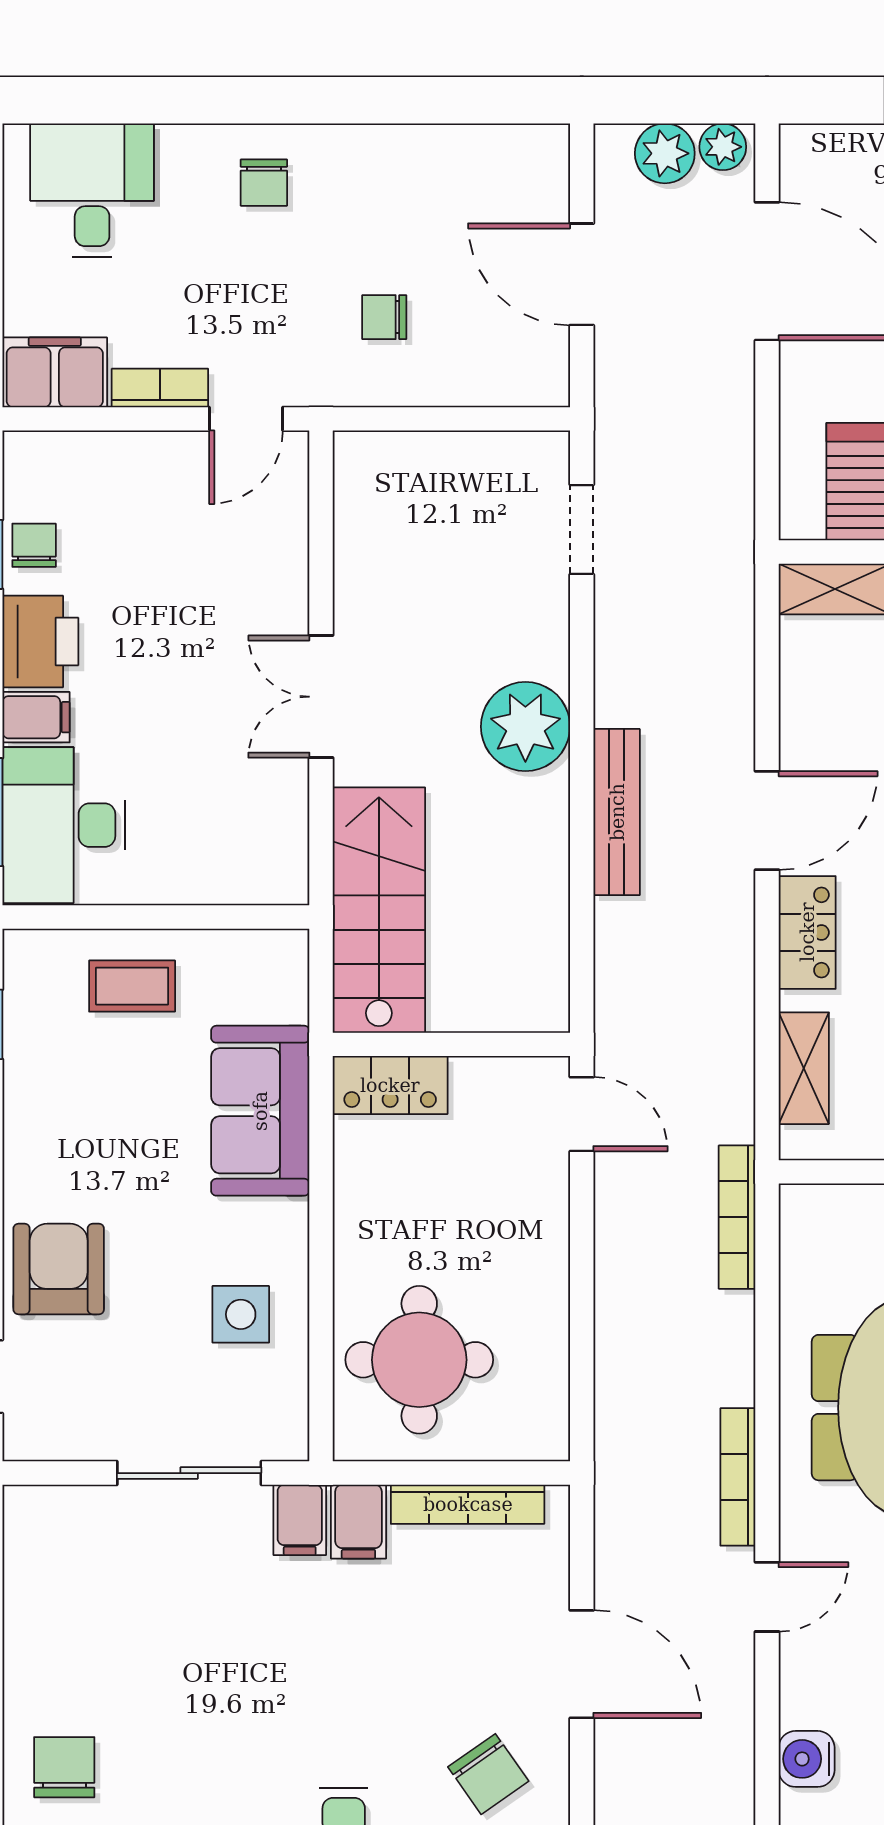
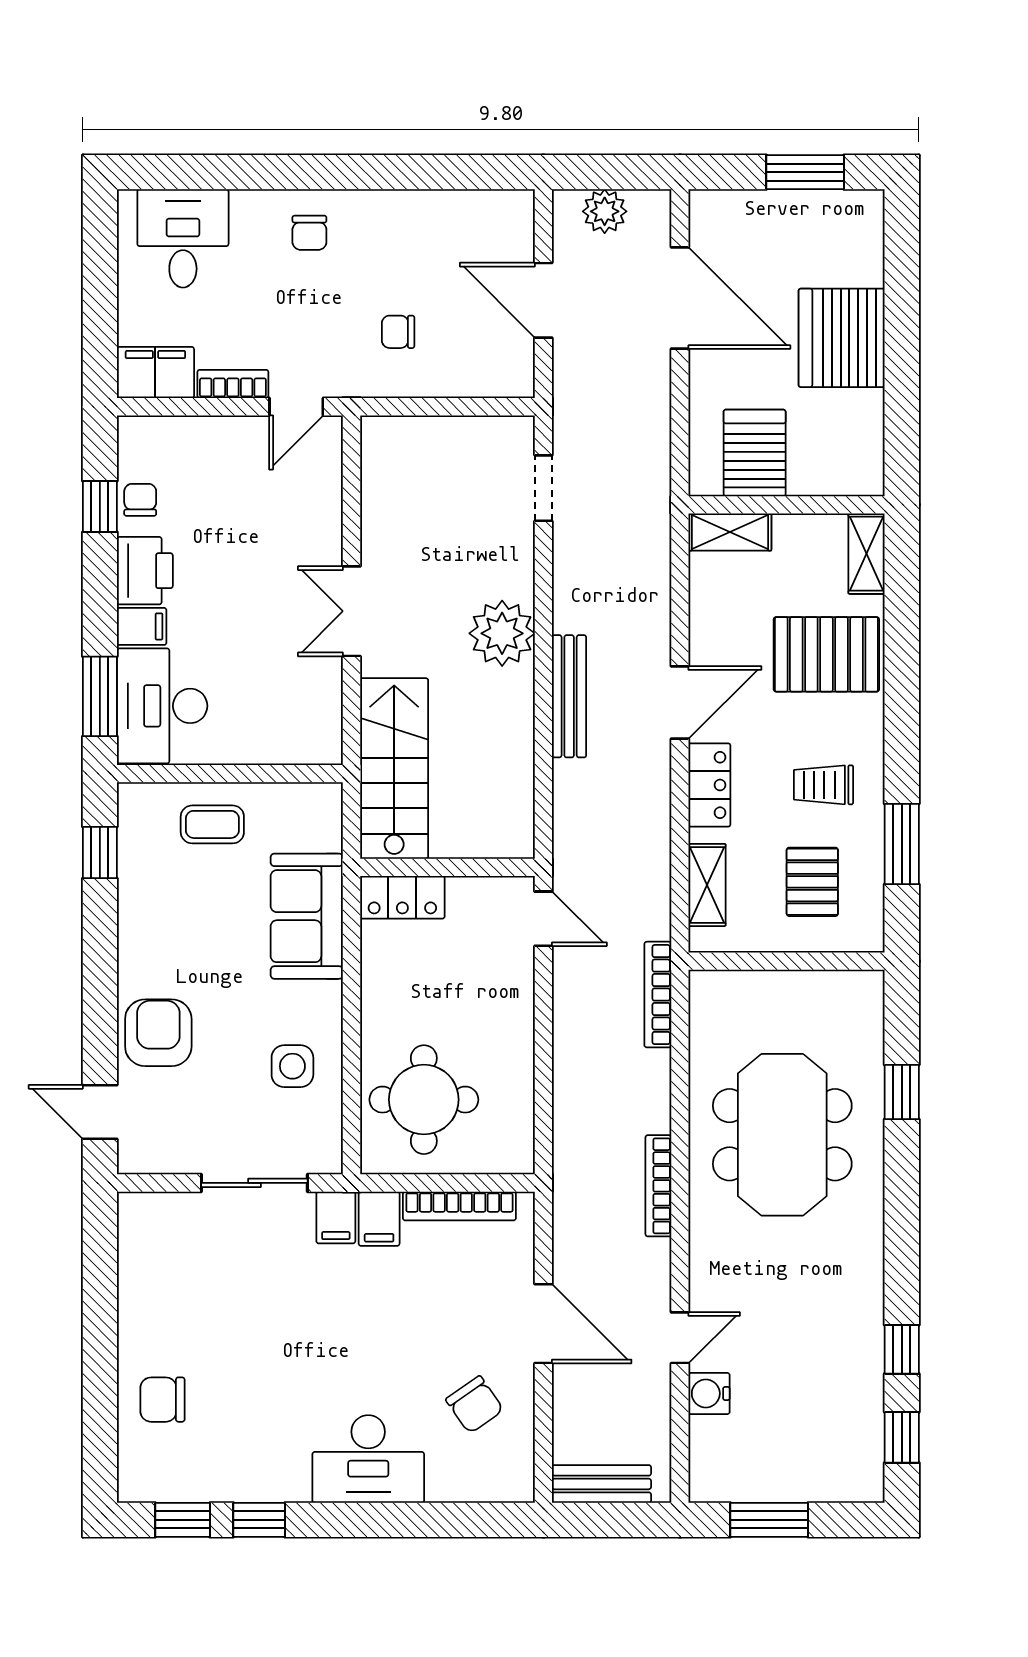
plant: (723, 147) -> (647, 206), removed
door: (767, 1597) -> (680, 1338), moved
chair: (64, 1767) -> (162, 1400), turned -90

